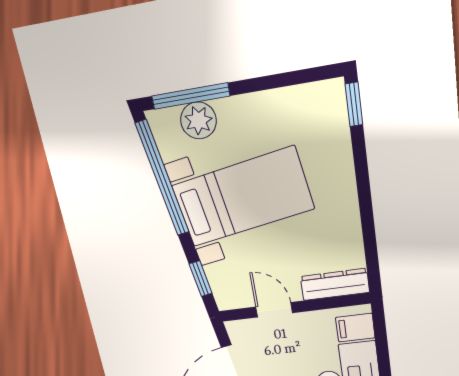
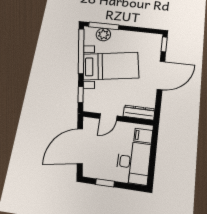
door: (364, 188) -> (161, 75), added
door: (274, 310) -> (108, 117), swing flipped

